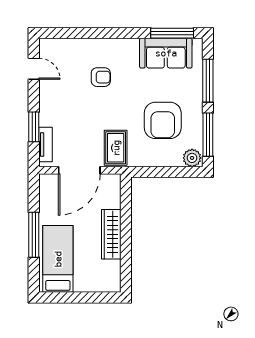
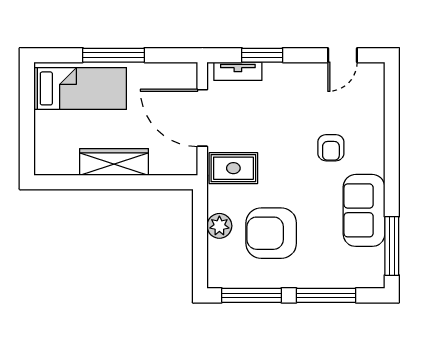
sofa: (166, 53) -> (364, 210), moved
plant: (192, 158) -> (219, 226), moved

